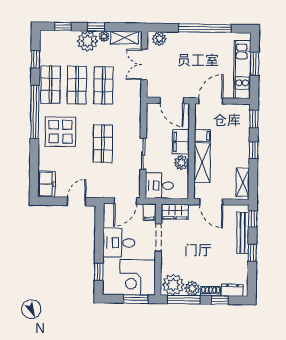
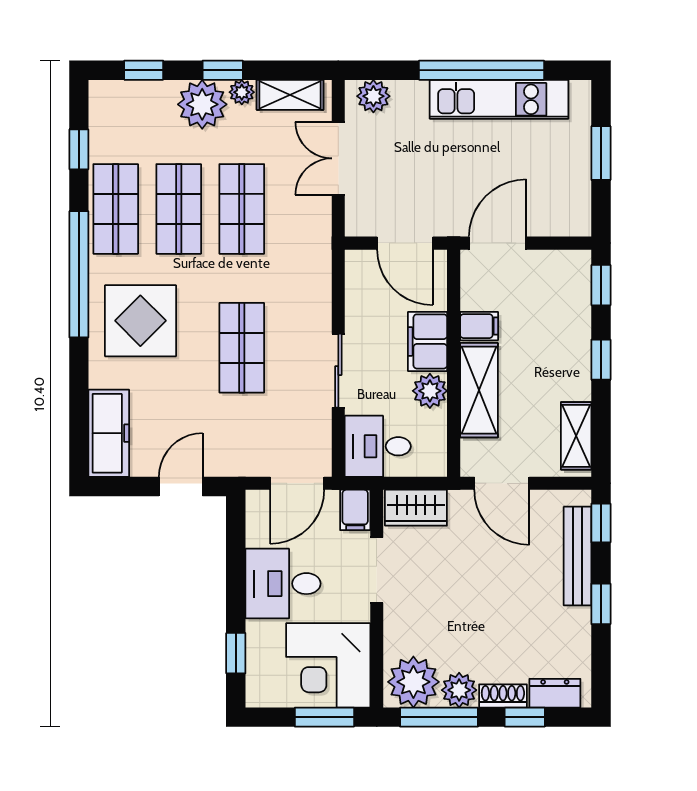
kitchen unit: (242, 69) -> (499, 99), moved, turned -90
freezer: (46, 184) -> (109, 433), width x1.40

